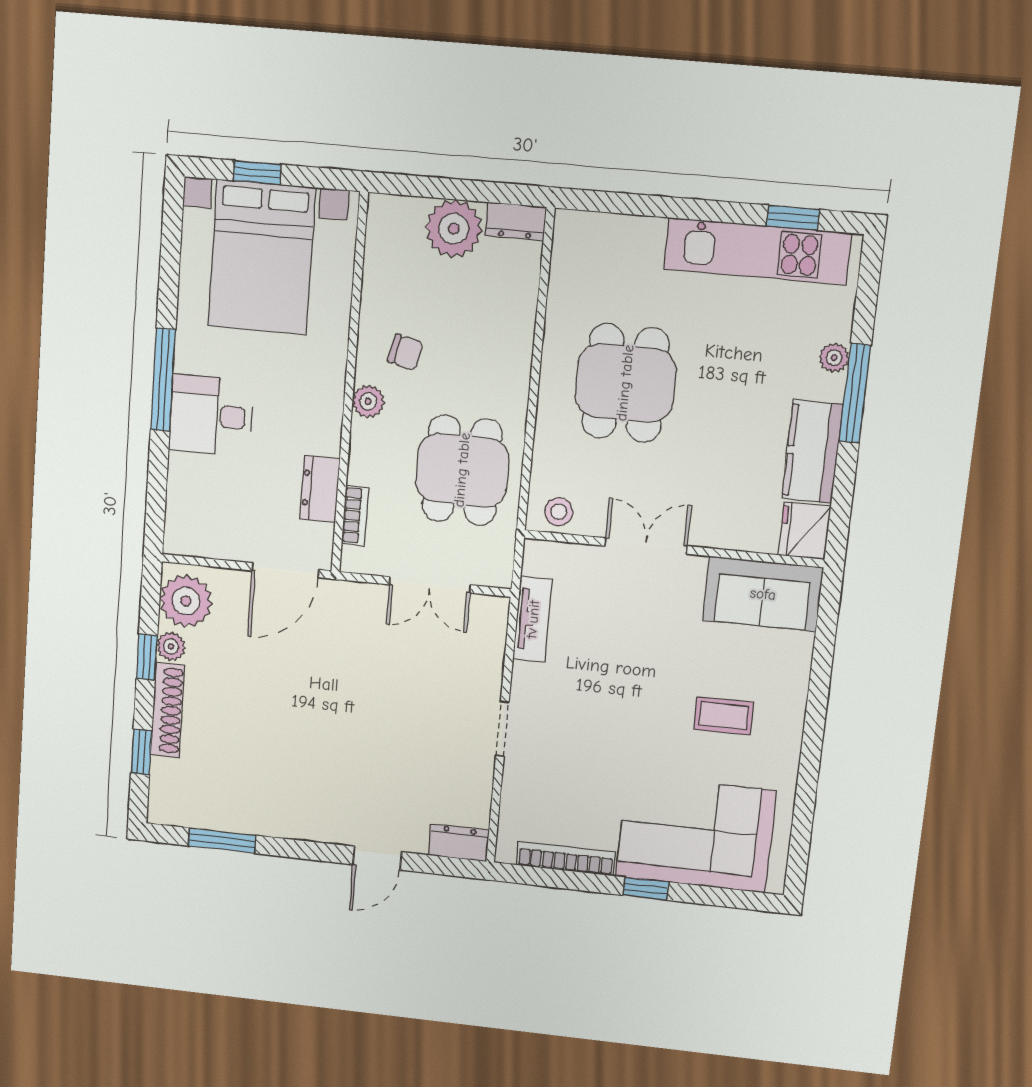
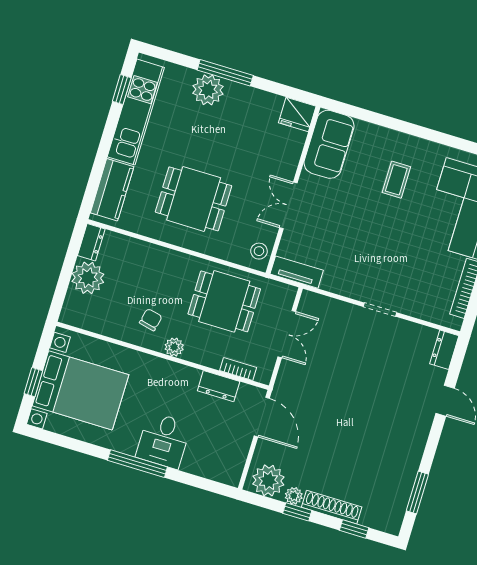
plant: (834, 358) -> (208, 90), width x1.88, depth x1.88
kitchen counter: (812, 452) -> (112, 190), moved, turned -90
tv unit: (533, 619) -> (297, 272), moved

